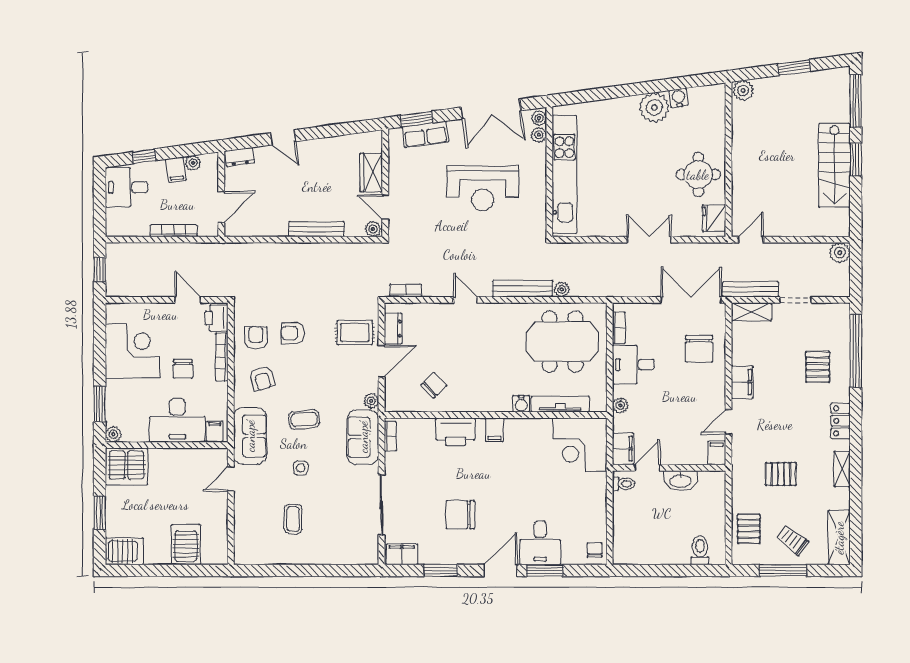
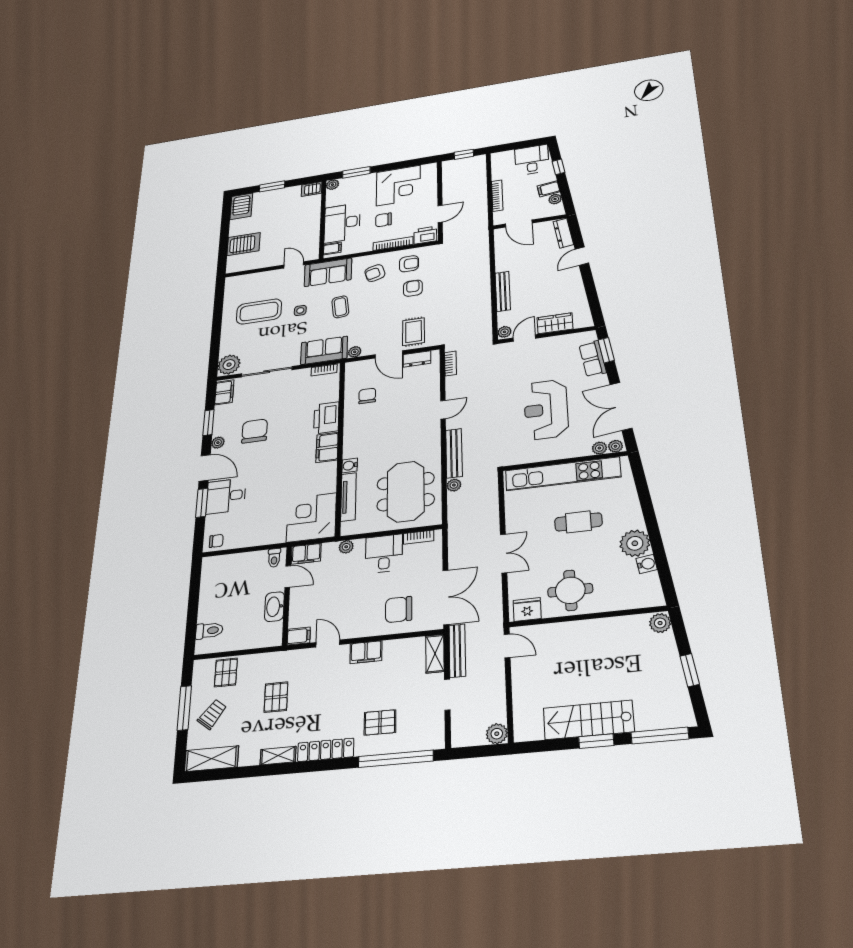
dresser: (240, 157) -> (563, 233), width x1.44
cafe table: (623, 162) -> (578, 522), added
chair: (434, 385) -> (367, 396), turned -137
locker: (841, 421) -> (326, 750), width x1.53
filing cabinet: (494, 430) -> (327, 447), width x2.00
server rack: (126, 466) -> (312, 189), width x0.46, depth x0.70
coffee table: (293, 519) -> (259, 312), width x1.86, depth x1.72
pallet: (749, 529) -> (226, 672), turned 90
plant: (364, 551) -> (229, 365), added
plant: (469, 557) -> (218, 443), added

